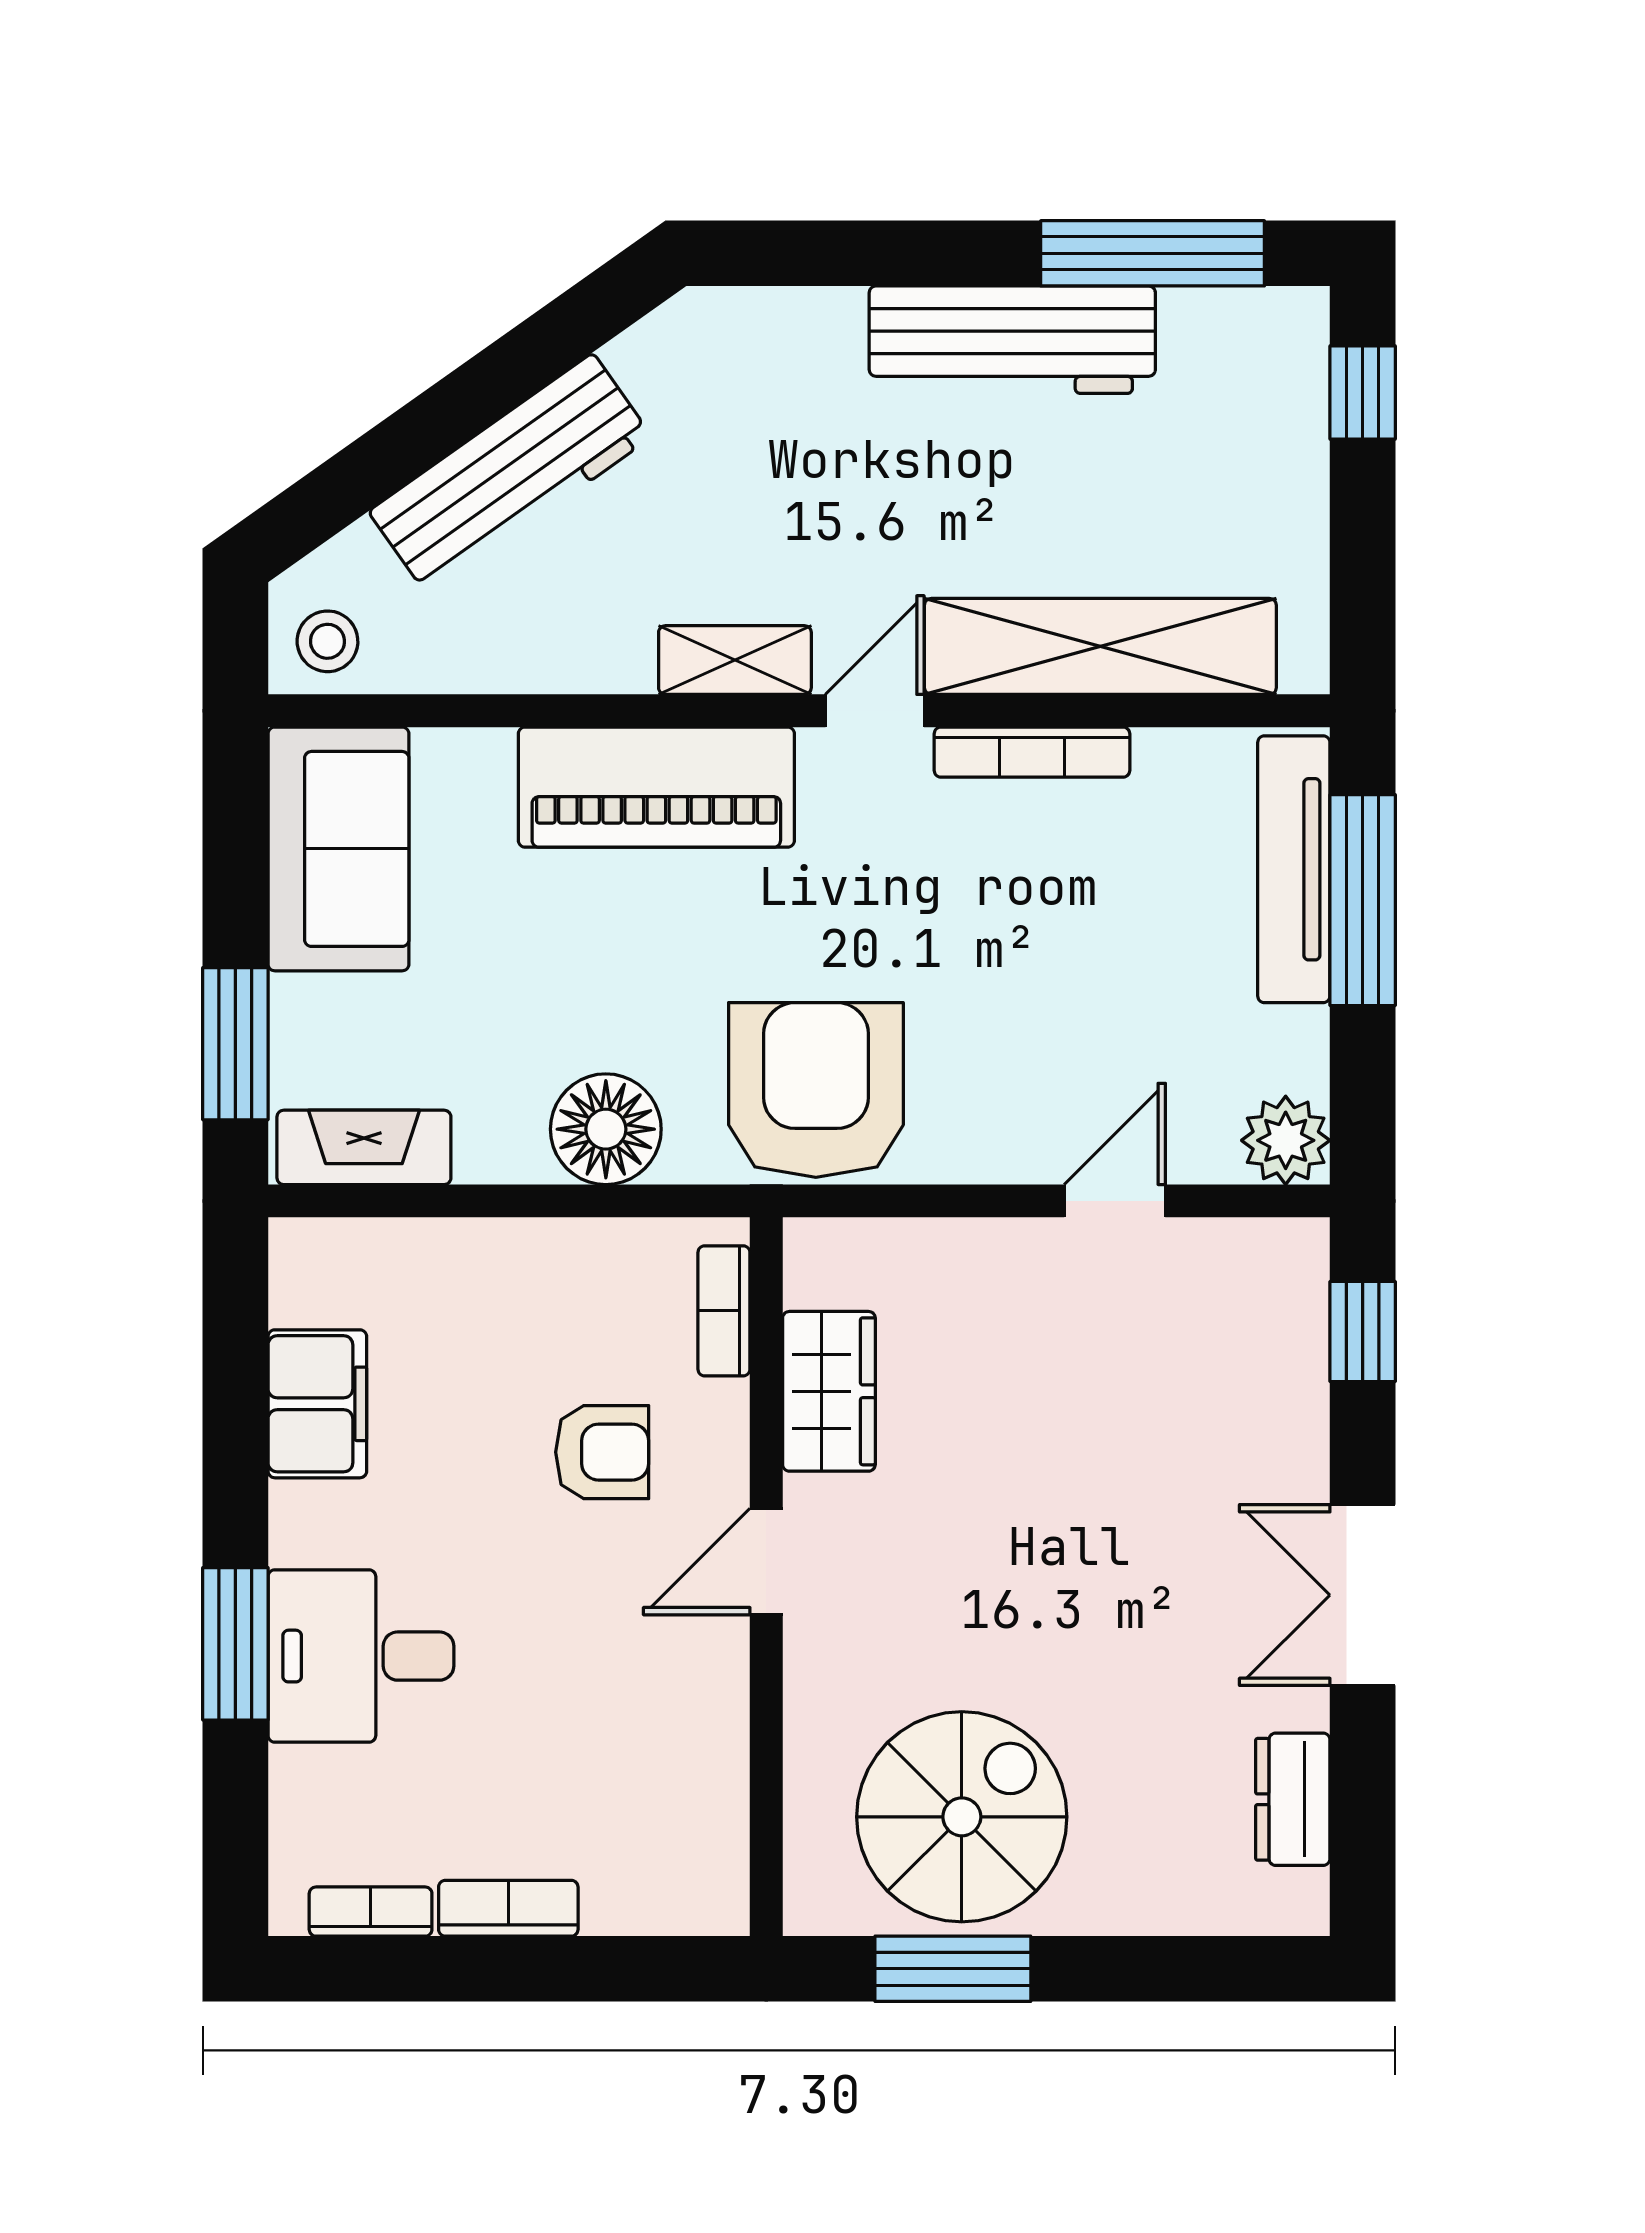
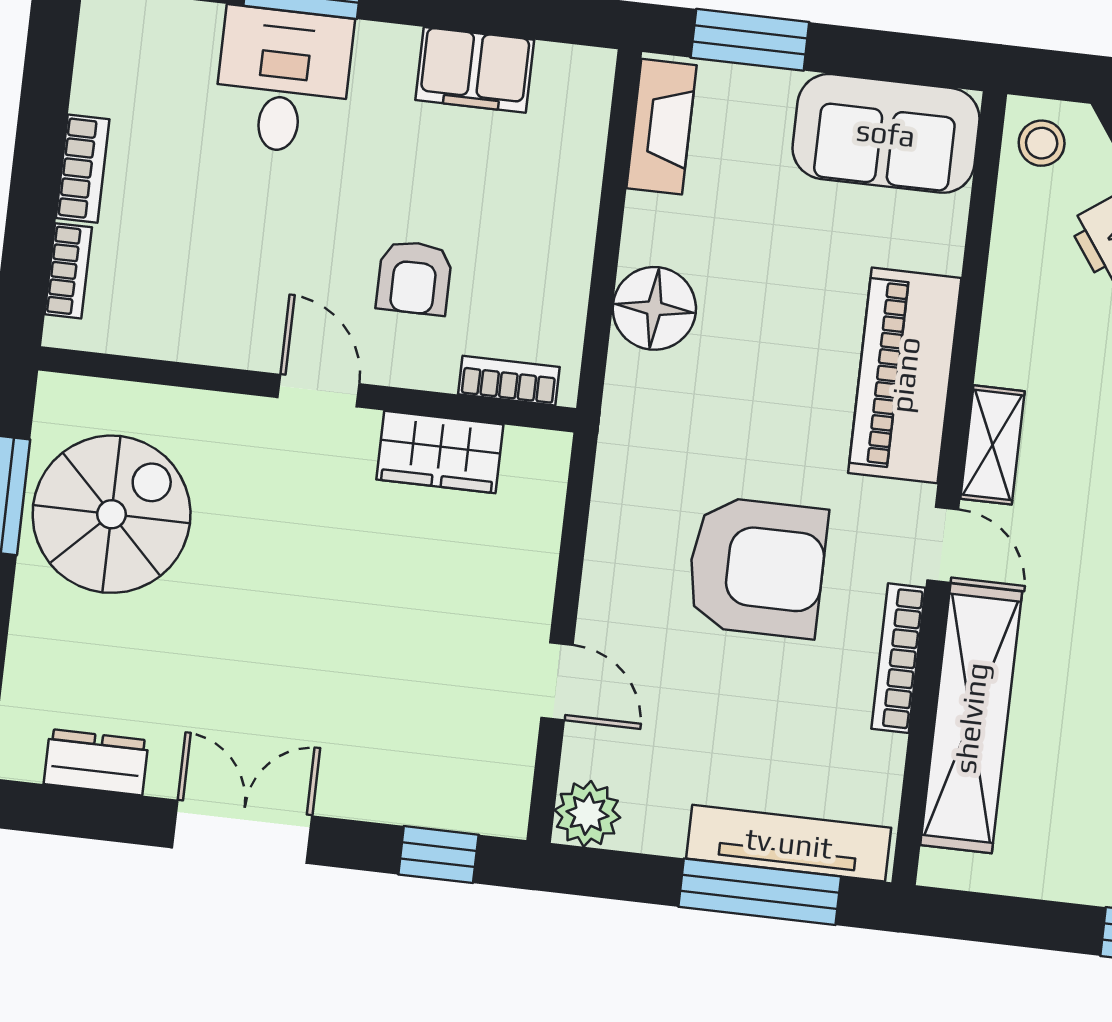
armchair: (816, 1090) -> (757, 567), moved
spiral stairs: (962, 1817) -> (112, 514), turned -90
bookcase: (371, 1912) -> (68, 271), moved

